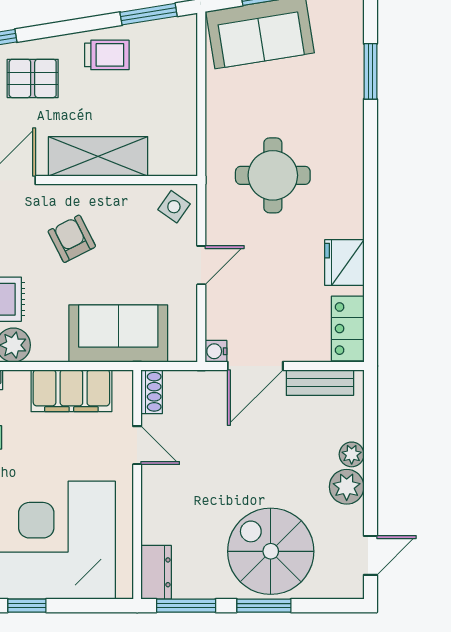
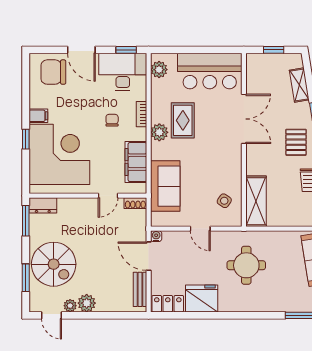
shelving: (98, 156) -> (256, 201), moved
side table: (174, 207) -> (224, 201), moved
armchair: (72, 239) -> (214, 162), removed
fridge: (344, 263) -> (202, 298), width x1.36, depth x1.34
plant: (352, 454) -> (70, 306), moved
spiral stairs: (271, 551) -> (54, 264), turned 90
window: (264, 606) -> (26, 278), moved

